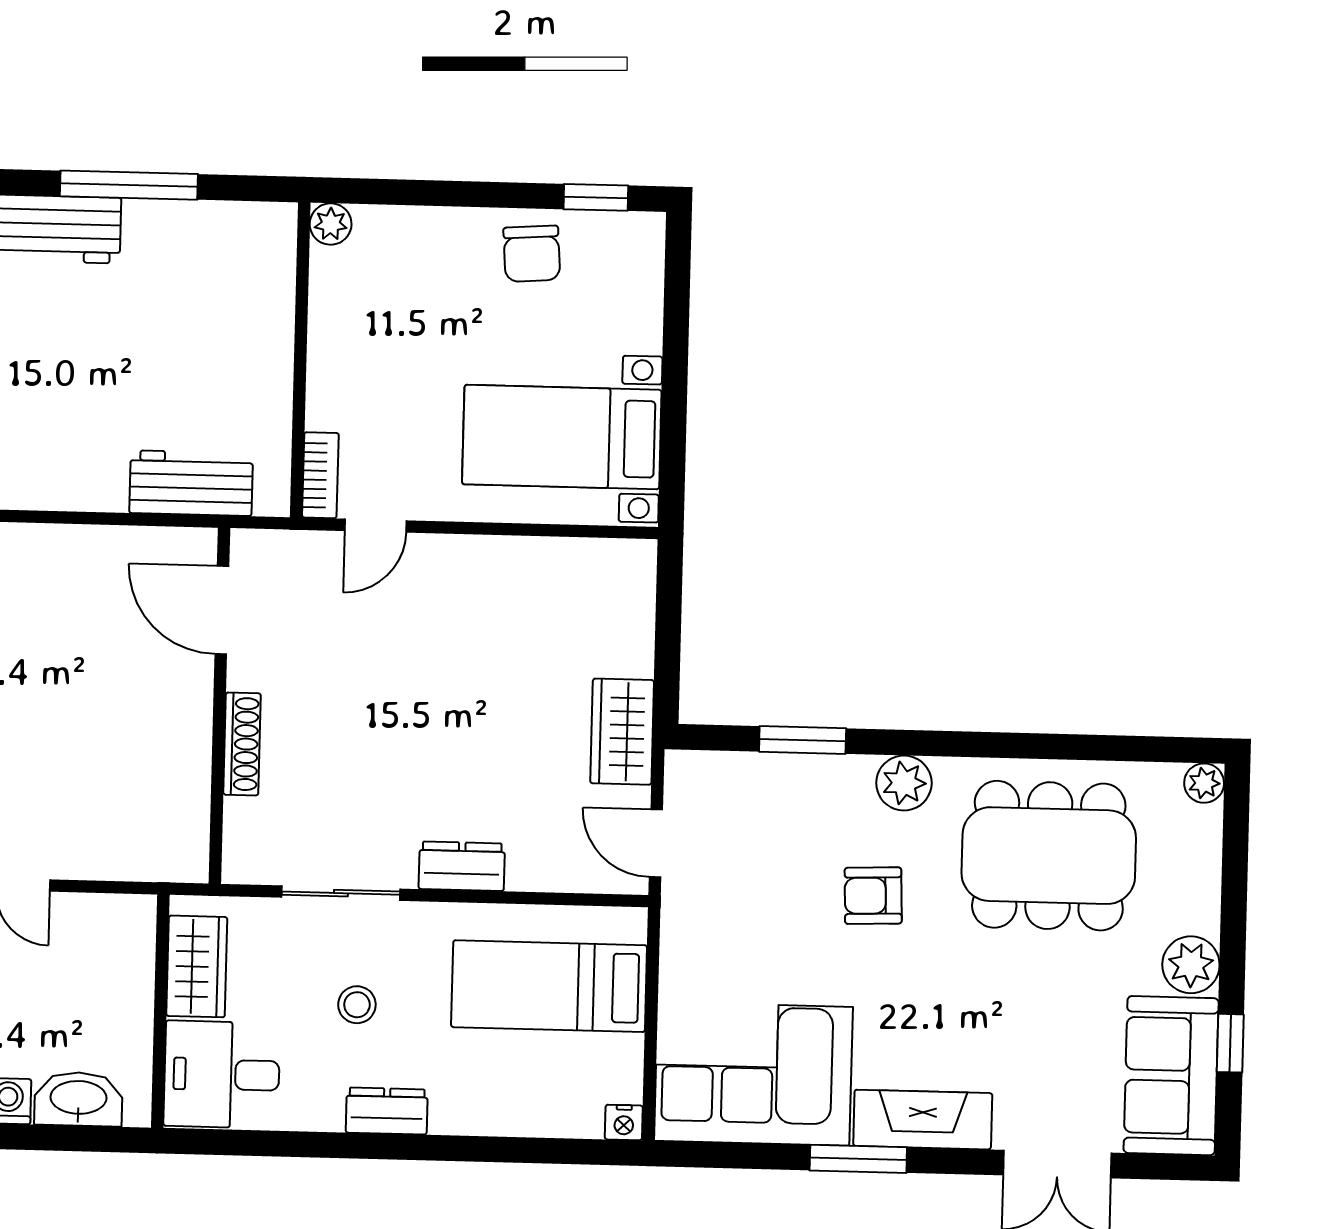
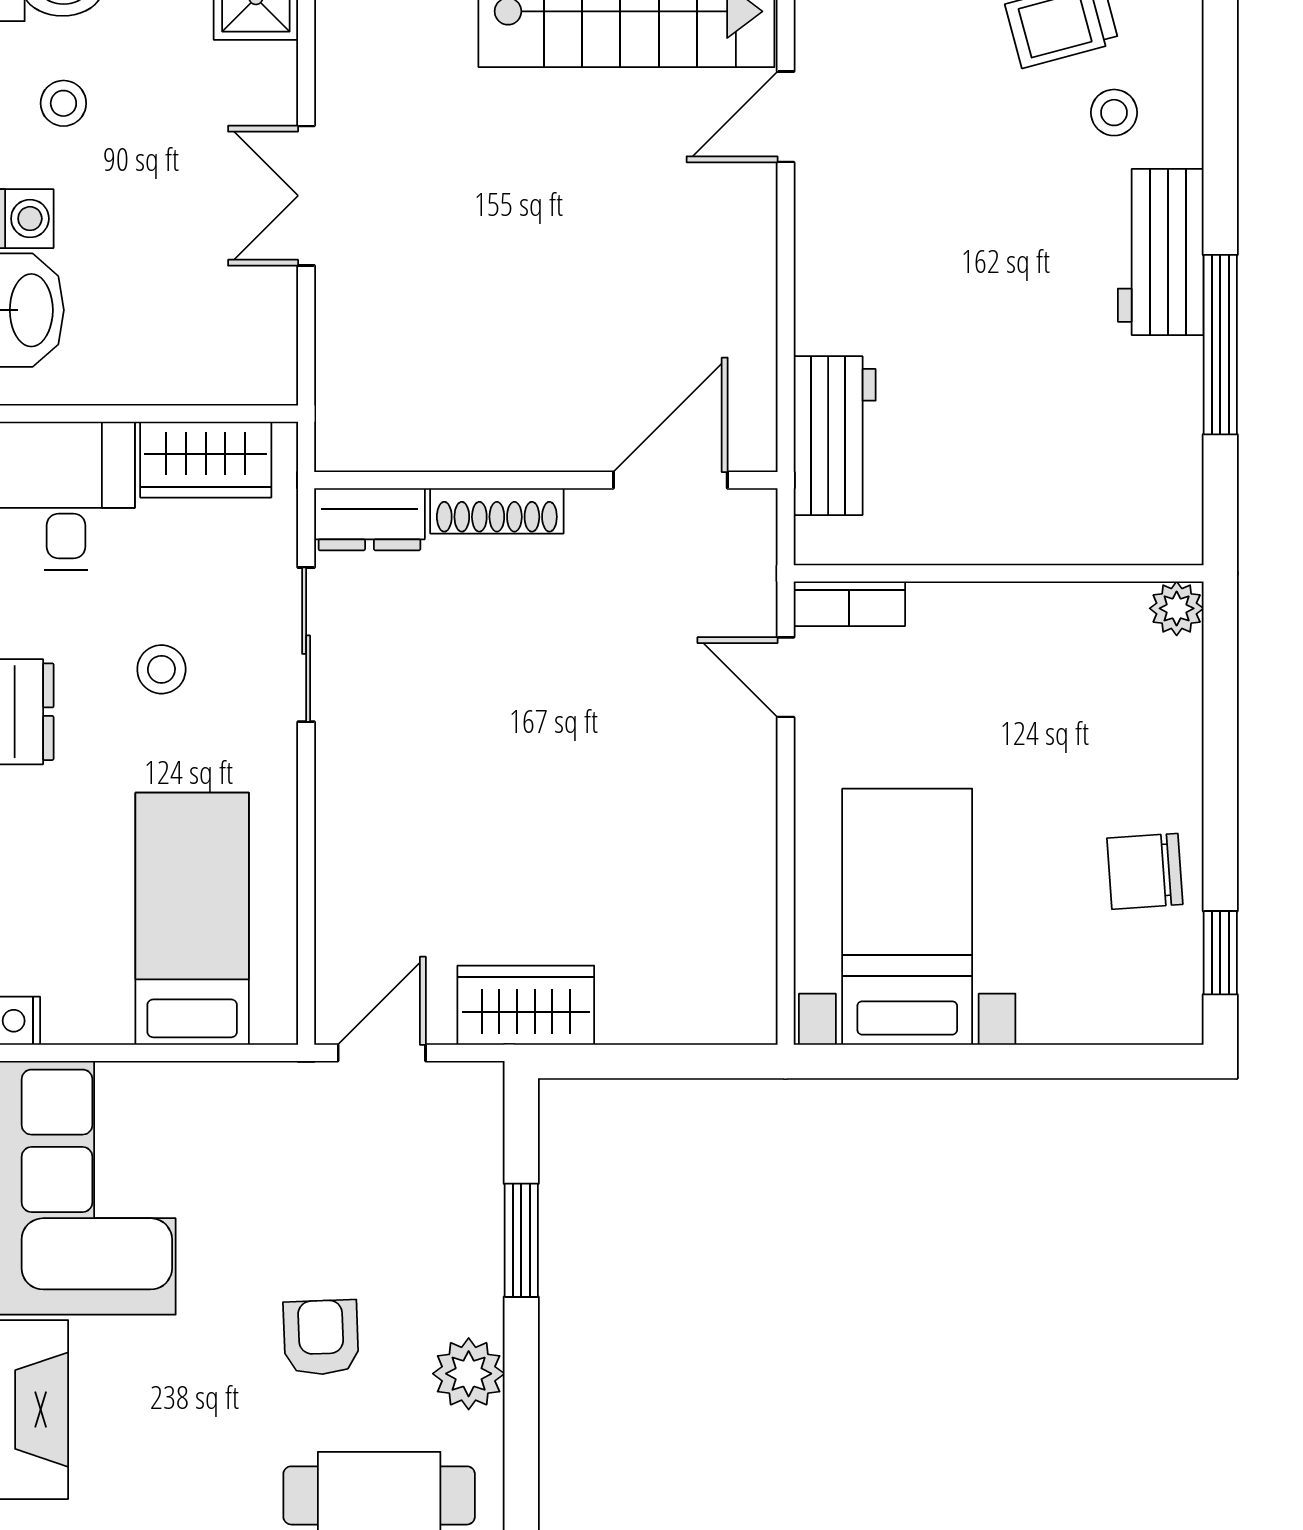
dresser: (462, 866) -> (369, 519), moved, turned 90

